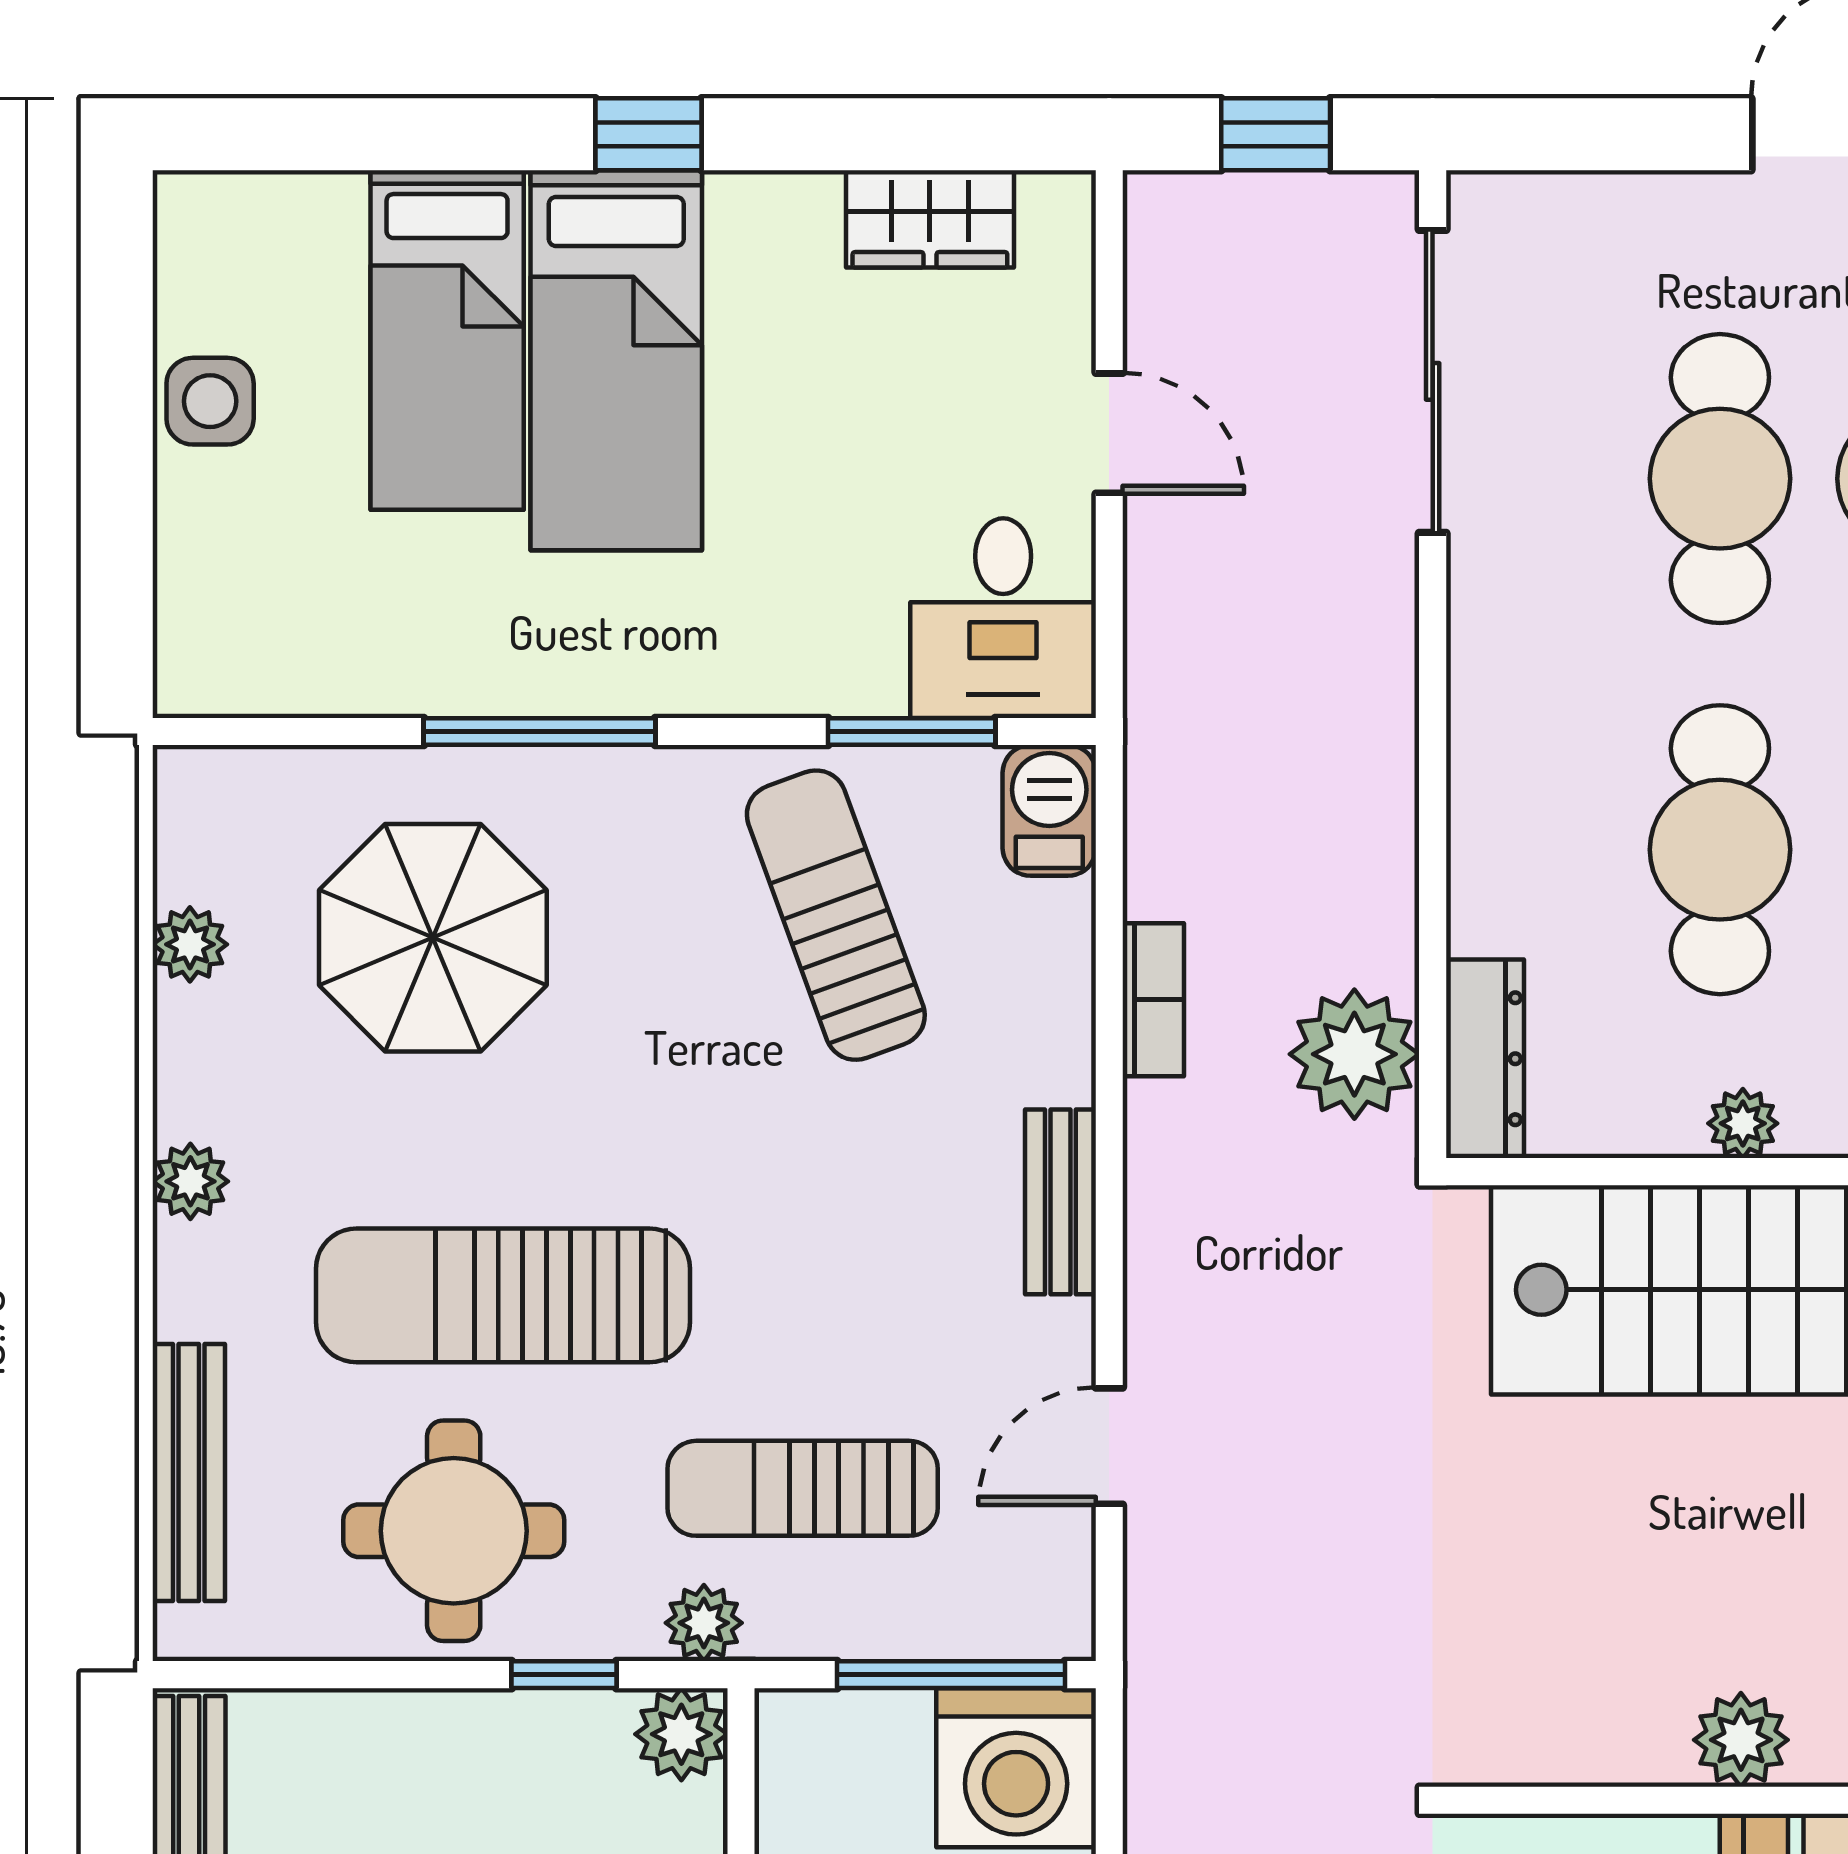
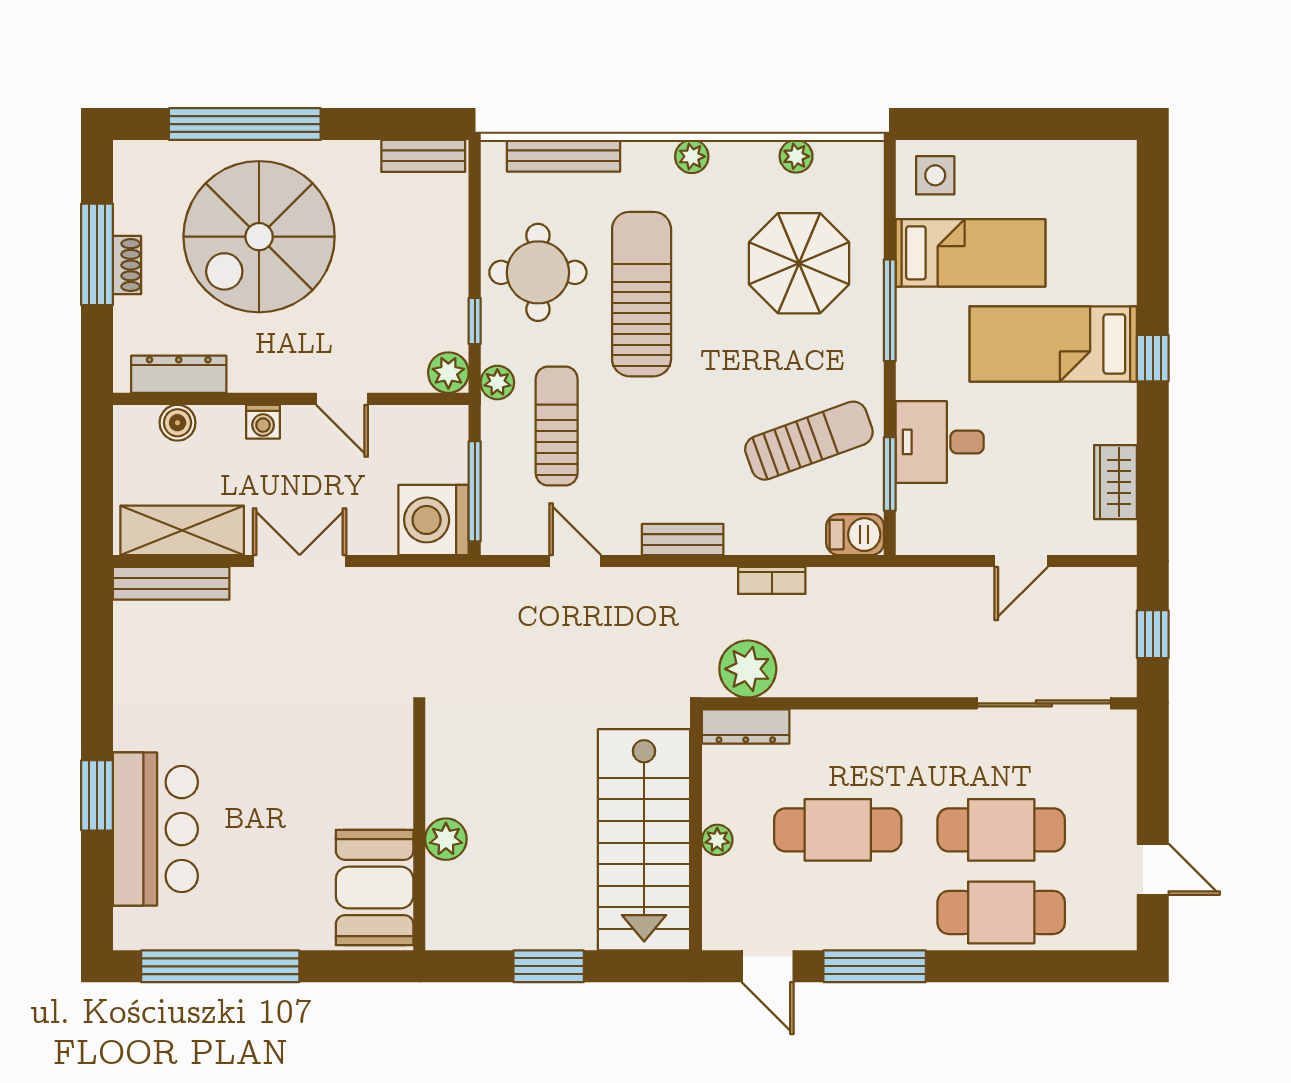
bed: (447, 340) -> (971, 253), moved, turned 180
side table: (210, 401) -> (935, 175), moved
desk: (1003, 618) -> (940, 442), moved

